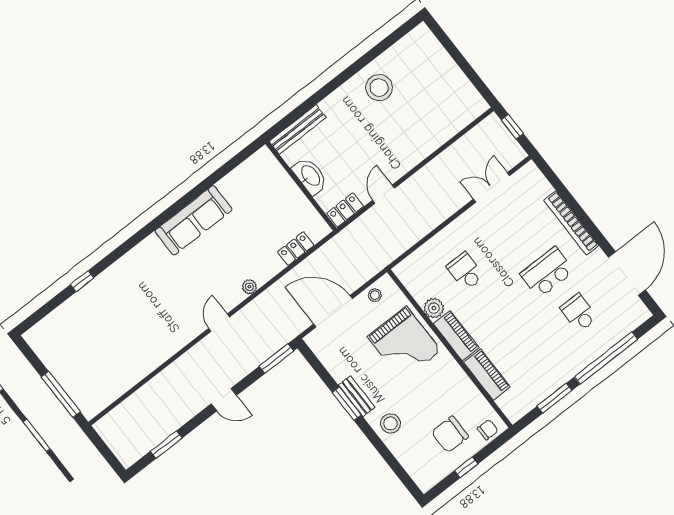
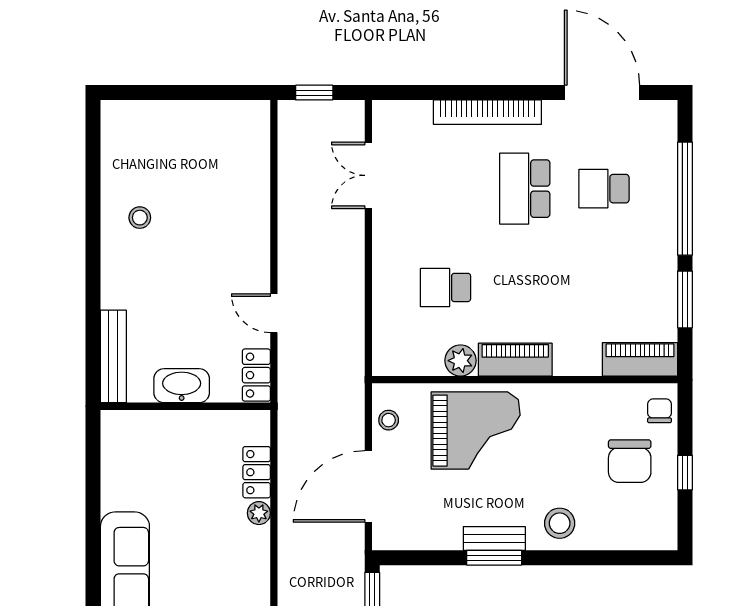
stool: (379, 88) -> (140, 218), width x0.53, depth x0.53
plant: (249, 287) -> (259, 513), moved
piano: (487, 375) -> (640, 359), moved

